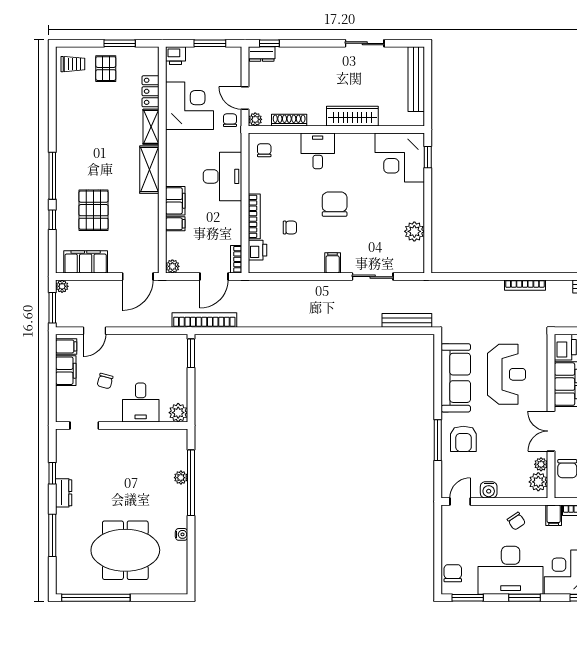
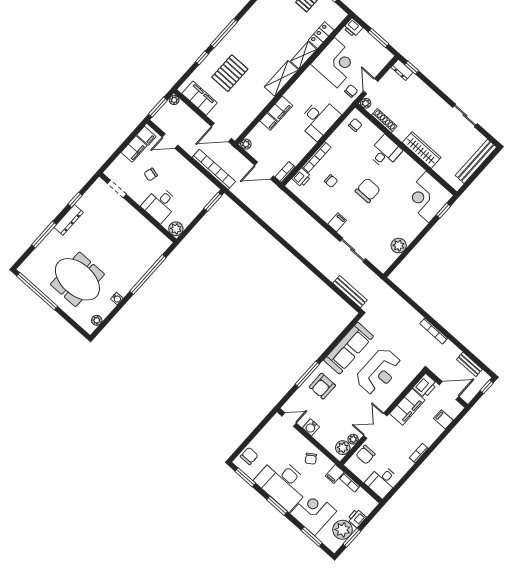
bookcase: (204, 320) -> (214, 169), moved
plant: (181, 478) -> (97, 320), moved
dresser: (64, 493) -> (69, 220), width x1.44

